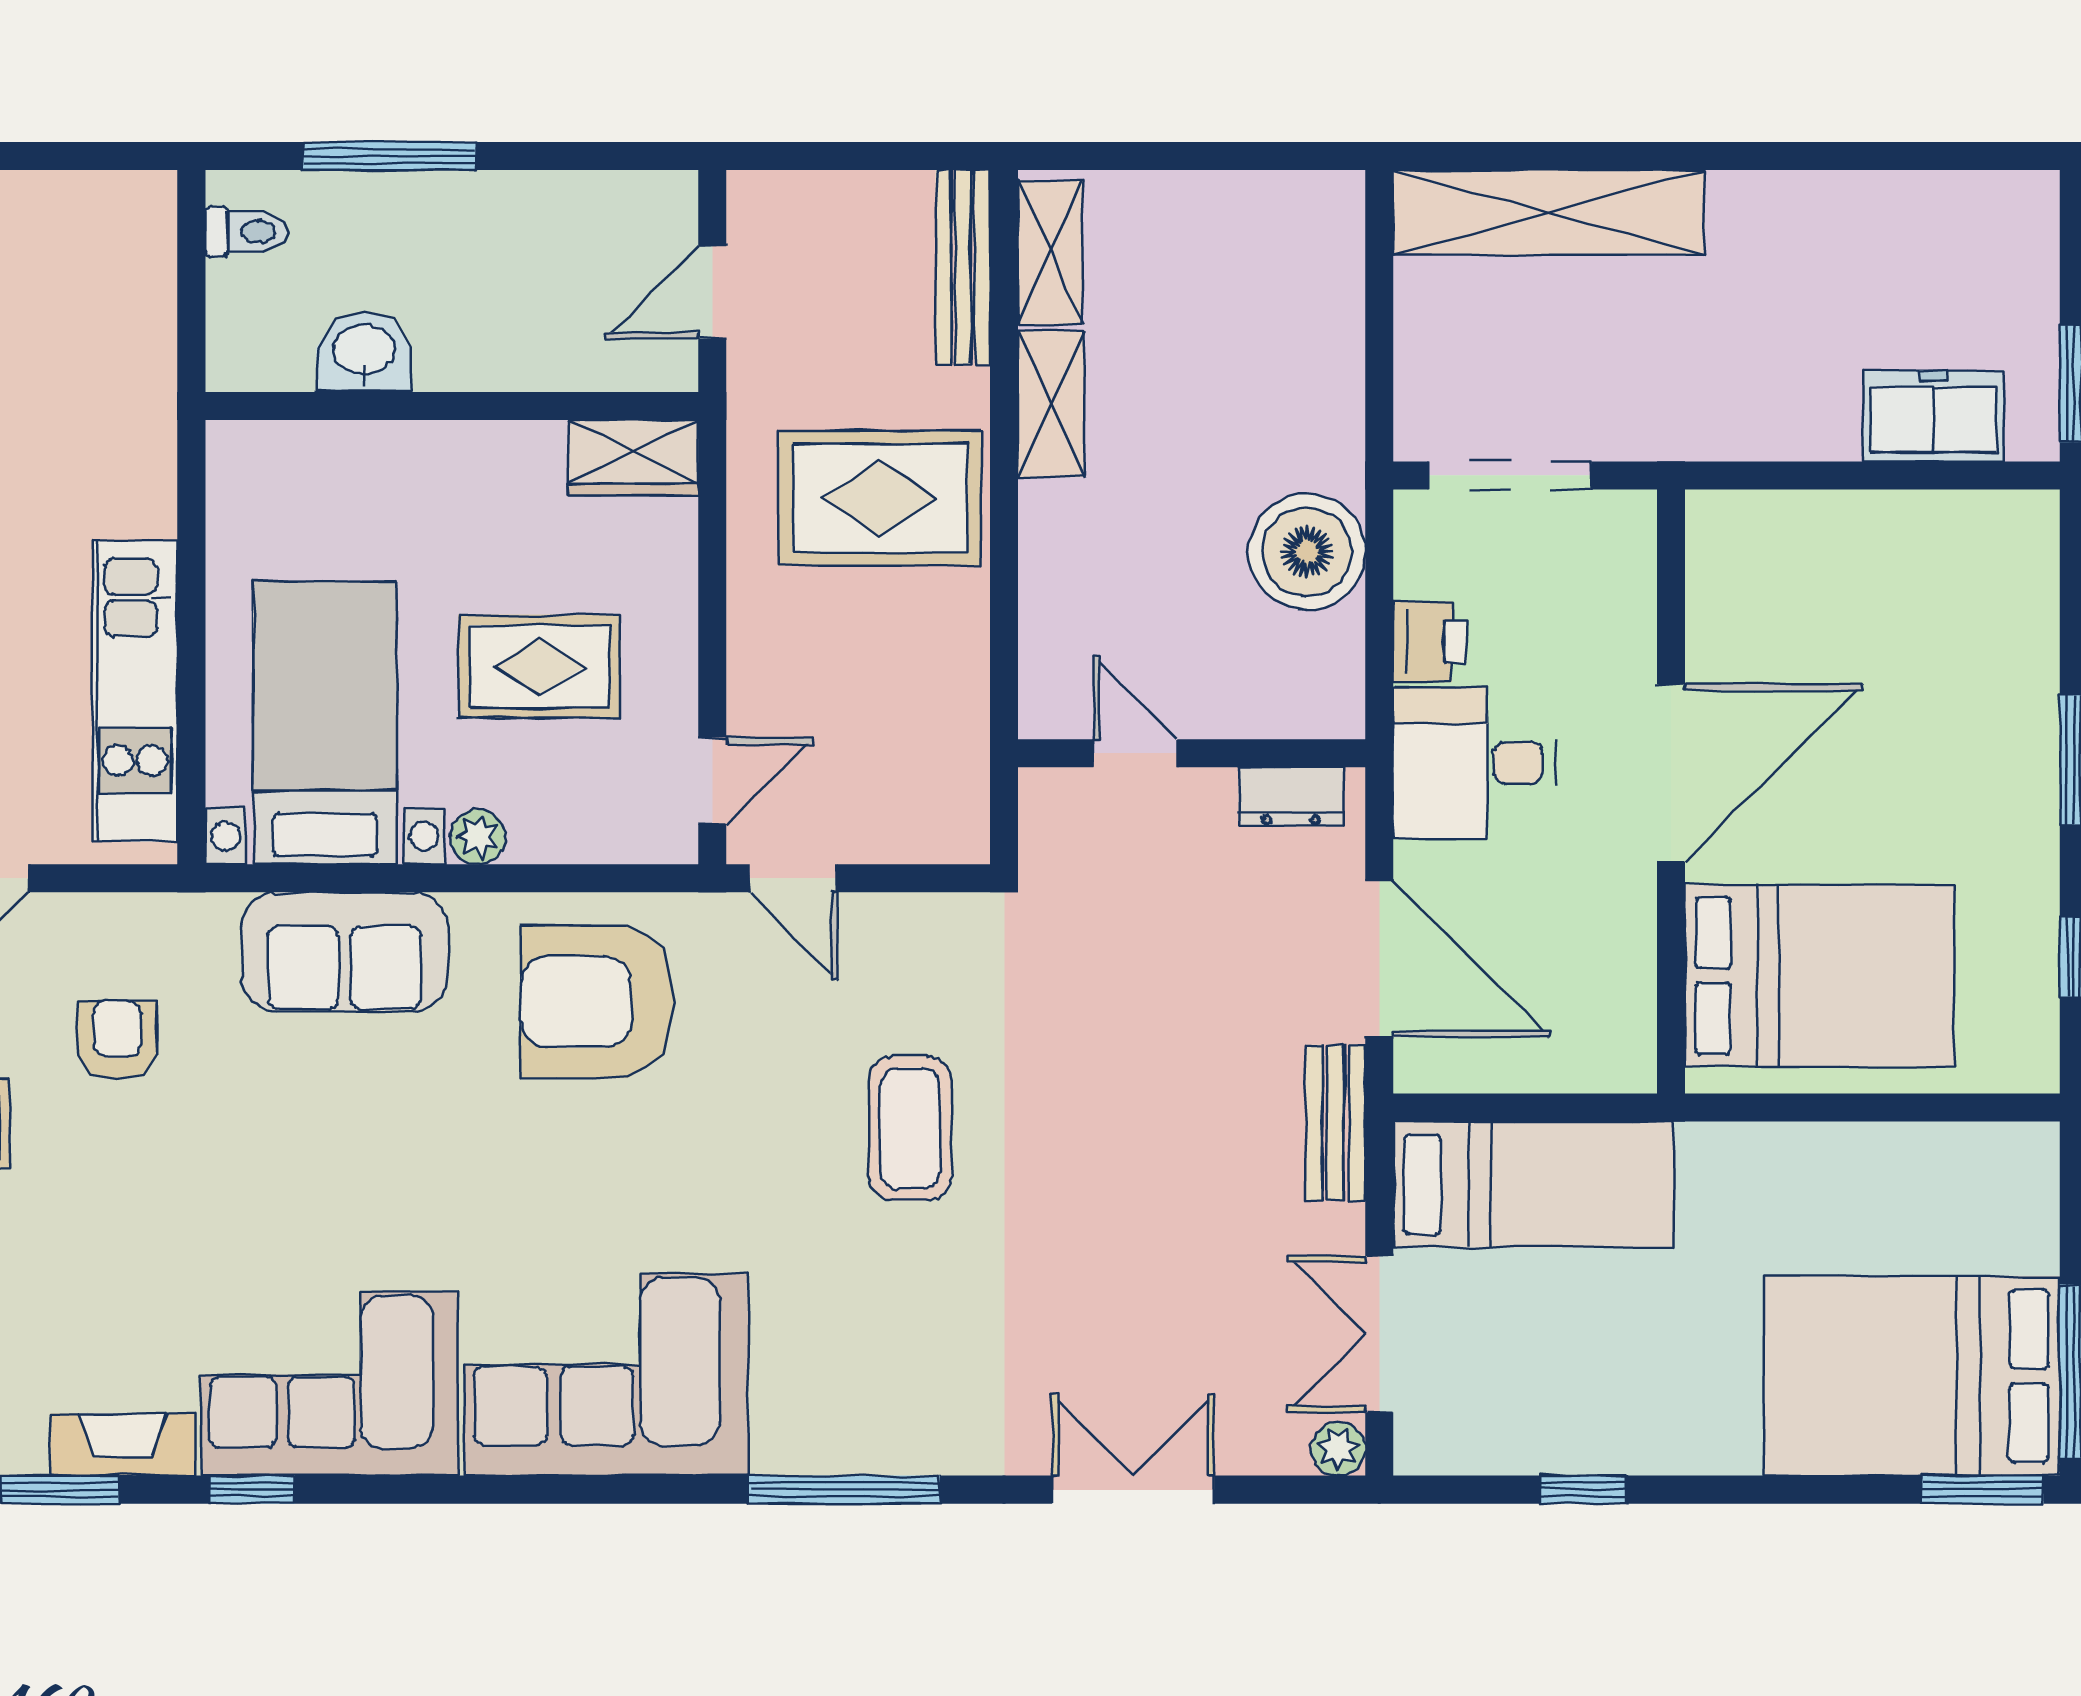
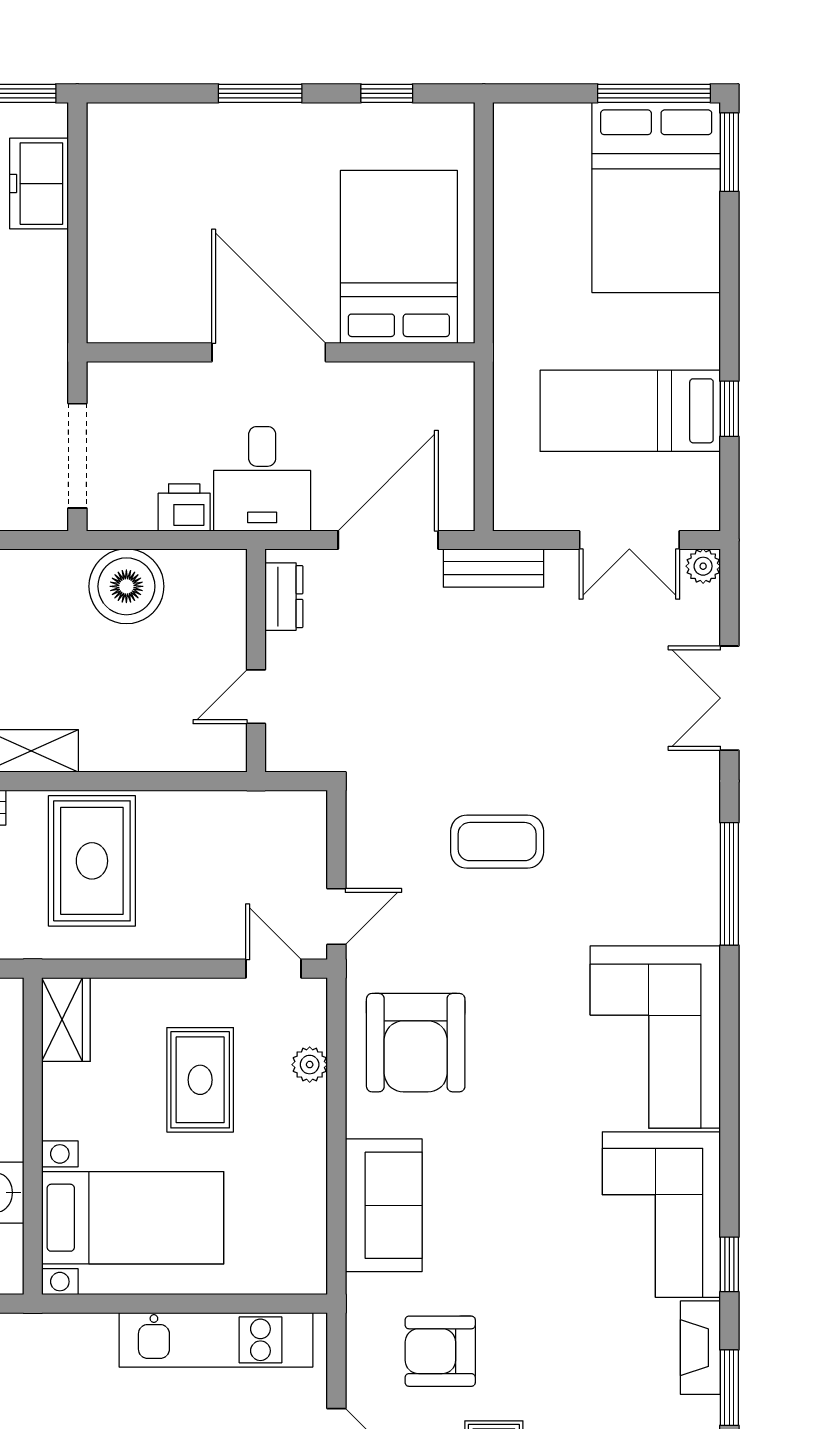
bed with nightstands: (325, 723) -> (133, 1218), moved, turned 180
plant: (478, 837) -> (310, 1065), moved
armchair: (117, 1040) -> (440, 1351), width x1.38, depth x1.38
bed: (1533, 1185) -> (630, 411), moved, turned -90

